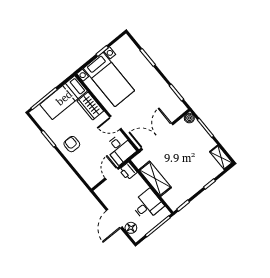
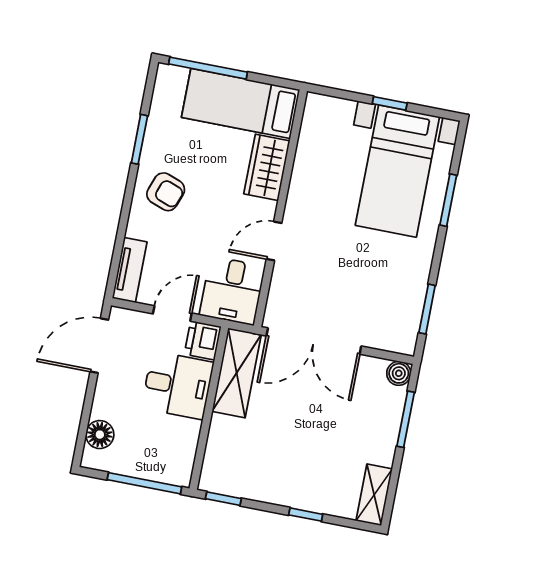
bed with nightstands: (109, 80) -> (397, 171), moved
door: (115, 123) -> (274, 241), hinge flipped
double door: (157, 136) -> (314, 341), swing flipped
armchair: (72, 144) -> (166, 192), turned 110
tv unit: (87, 176) -> (130, 270), added
shelving: (155, 179) -> (237, 373), moved
desk: (147, 205) -> (178, 385), moved
door: (114, 219) -> (99, 346), moved

